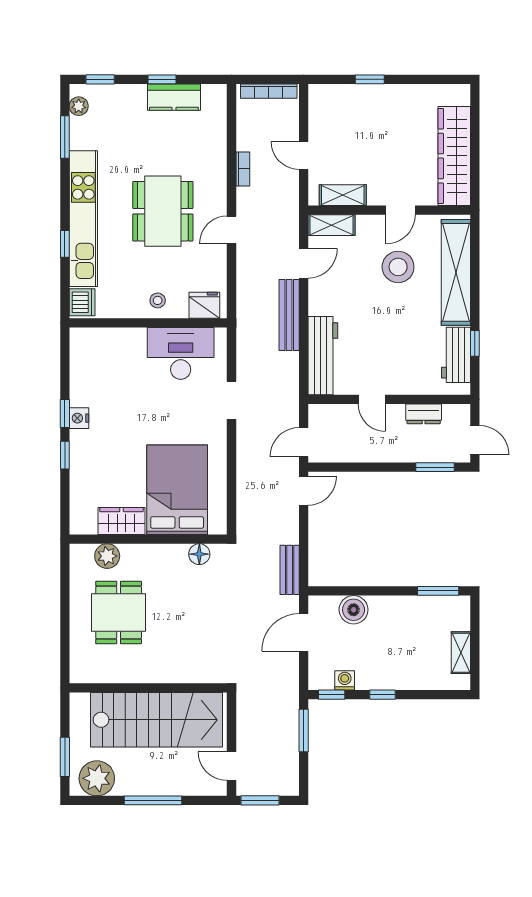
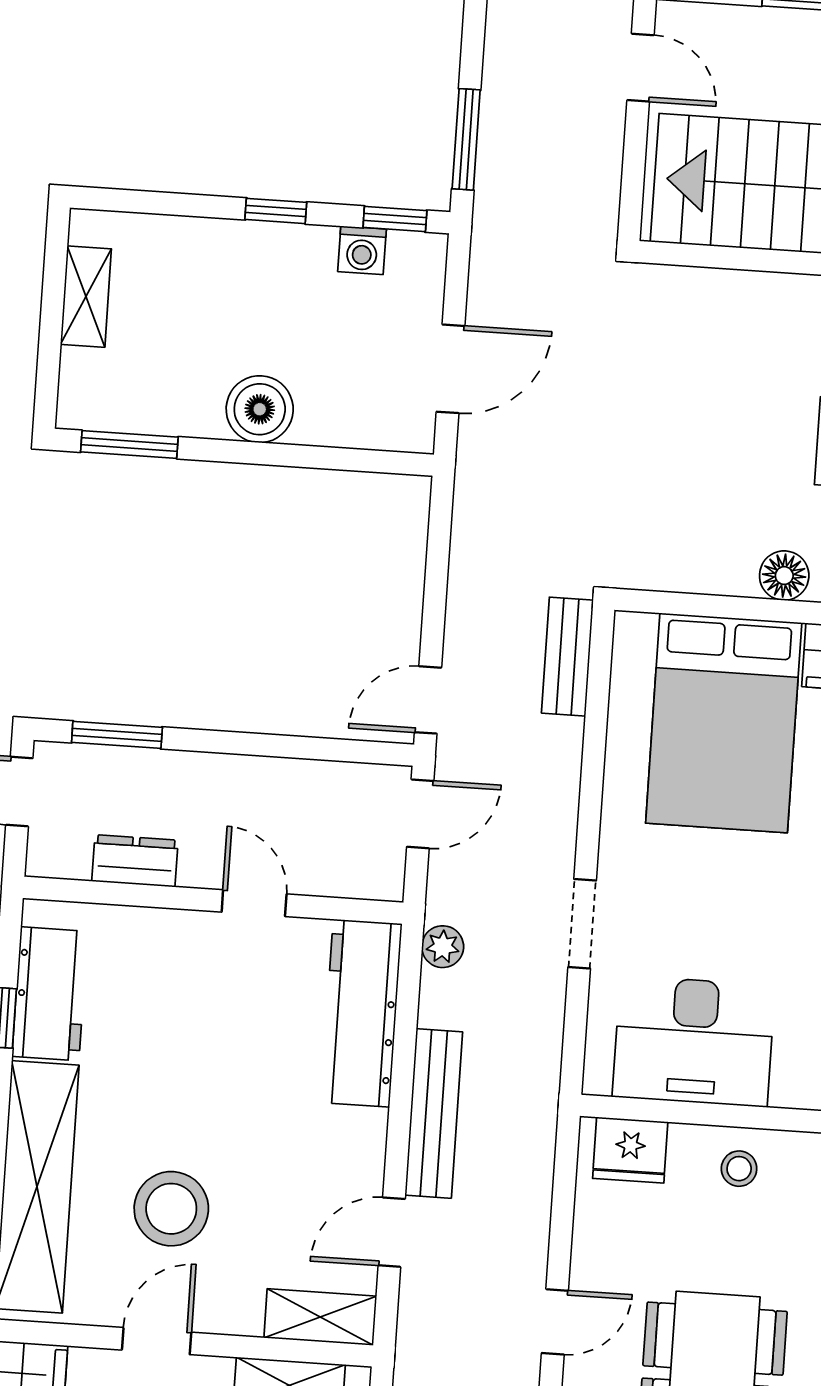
plant: (290, 386) -> (443, 947), added
floor lamp: (199, 554) -> (784, 576), moved
bench: (290, 570) -> (568, 657), moved
boiler: (354, 610) -> (260, 409), moved

